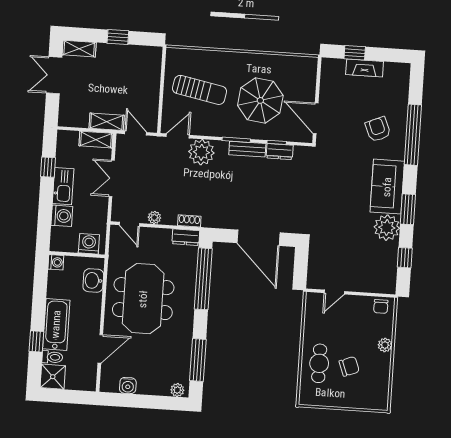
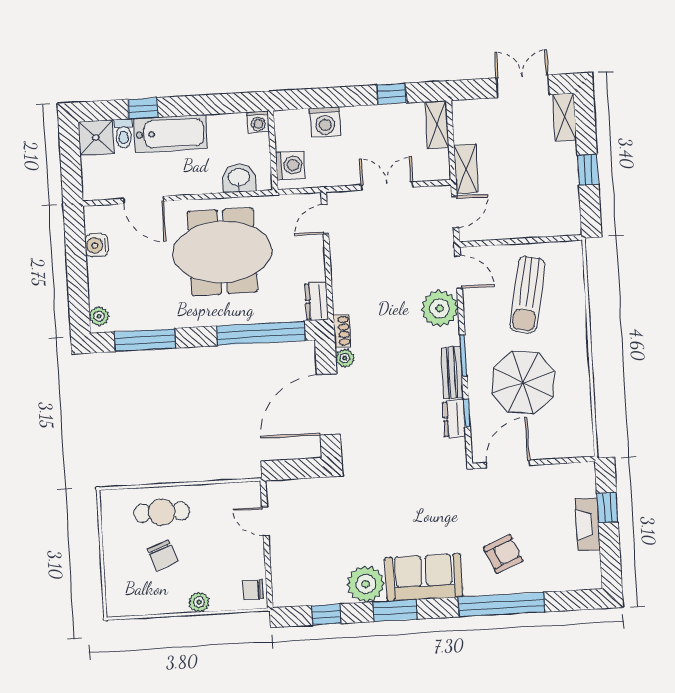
shelving: (96, 140) -> (437, 125), moved
kitchen sink: (63, 186) -> (367, 119), removed
plant: (154, 218) -> (345, 358), moved
shoe rack: (189, 221) -> (342, 331), moved

